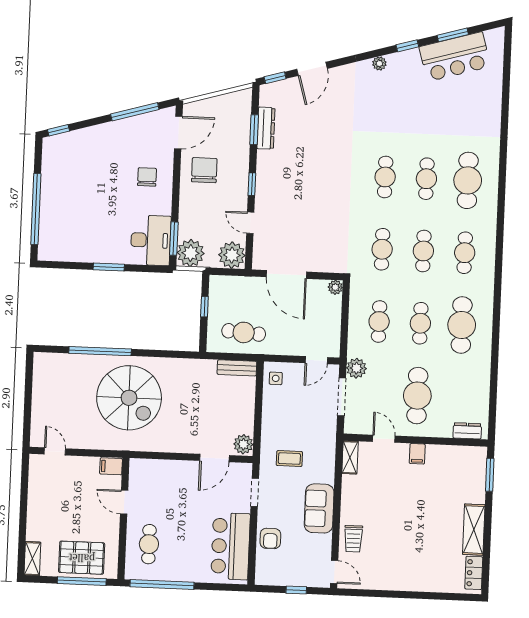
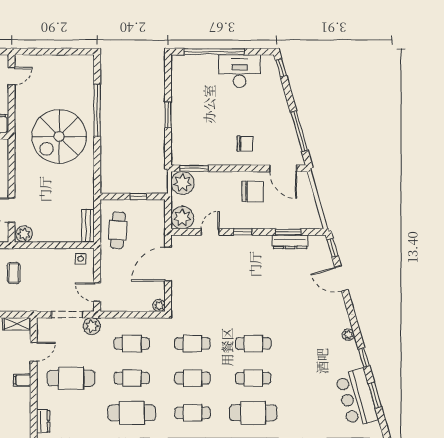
desk: (151, 240) -> (240, 71), moved, turned 180

